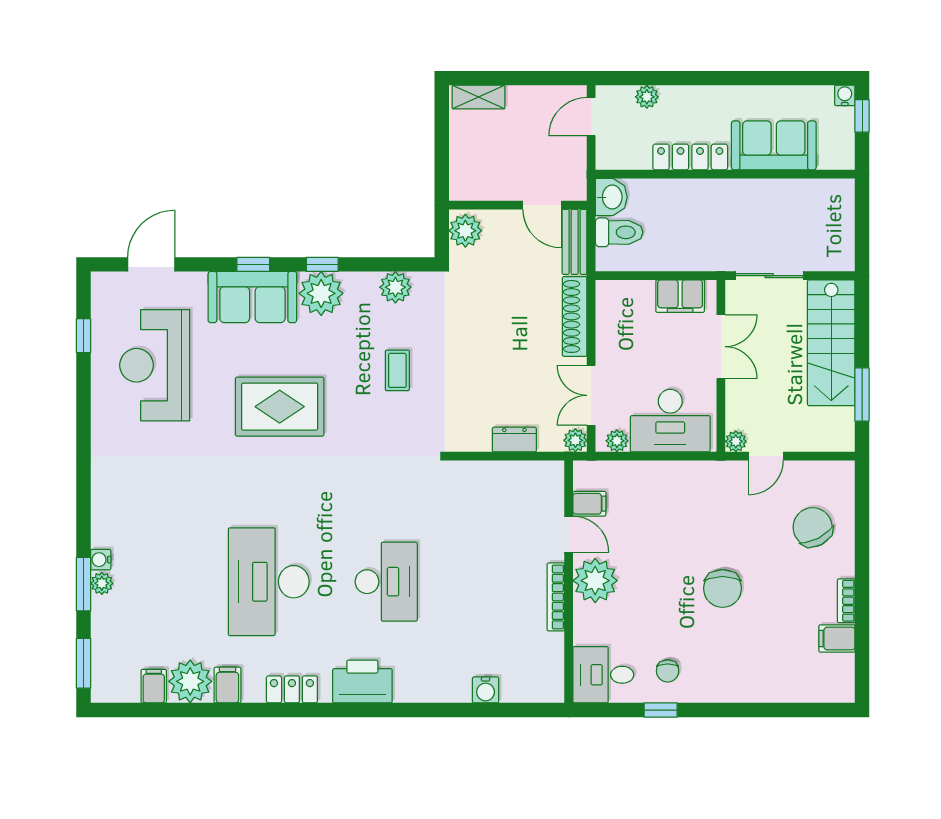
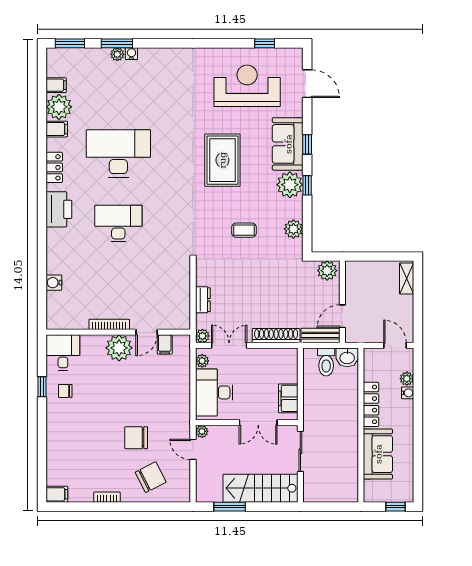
water cooler: (845, 95) -> (408, 393), moved
desk: (386, 582) -> (118, 224), turned 180
chair: (723, 588) -> (136, 438), moved
filing cabinet: (837, 638) -> (57, 494), moved, turned 90

